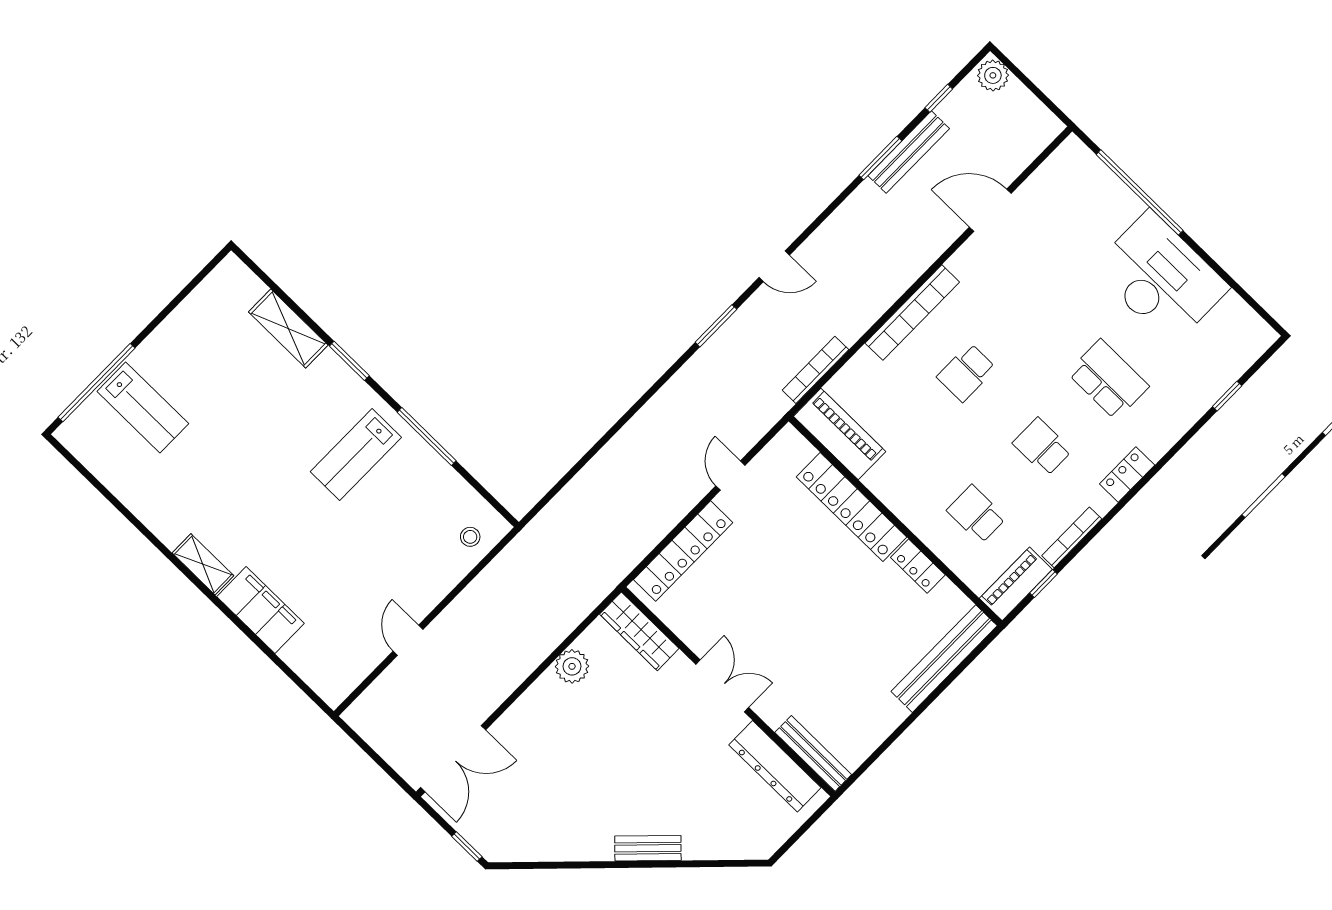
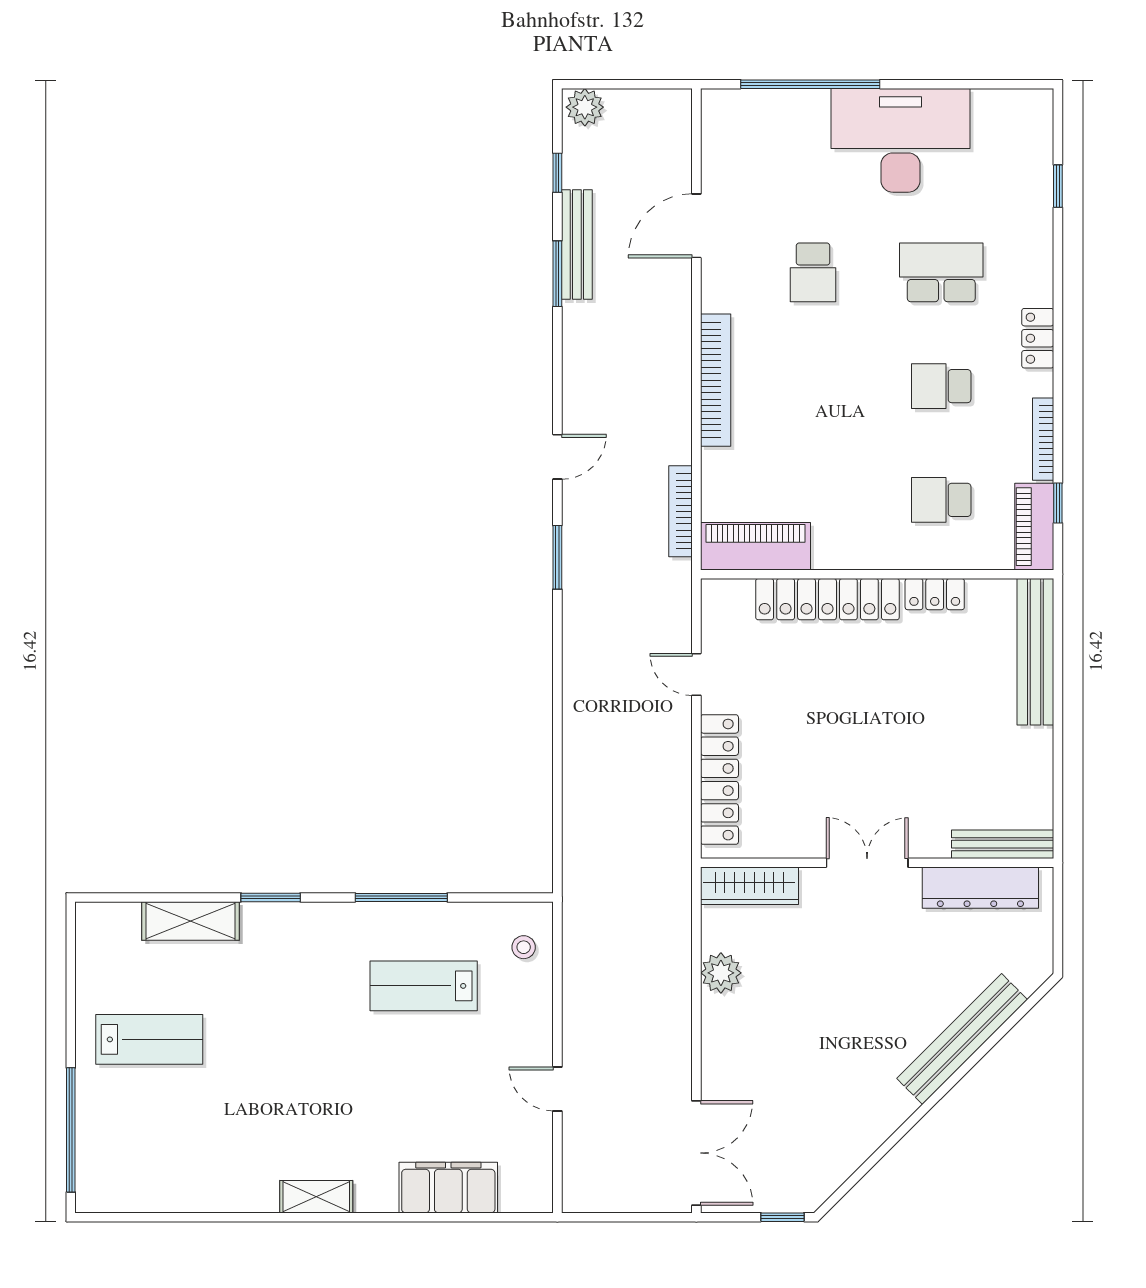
school desk: (966, 373) -> (813, 272), moved
lab bench: (143, 407) -> (149, 1039), moved
lab bench: (356, 455) -> (424, 986), moved, turned 90
filing cabinet: (260, 610) -> (448, 1188), moved
bench: (648, 848) -> (962, 1039), width x1.86, depth x1.21

